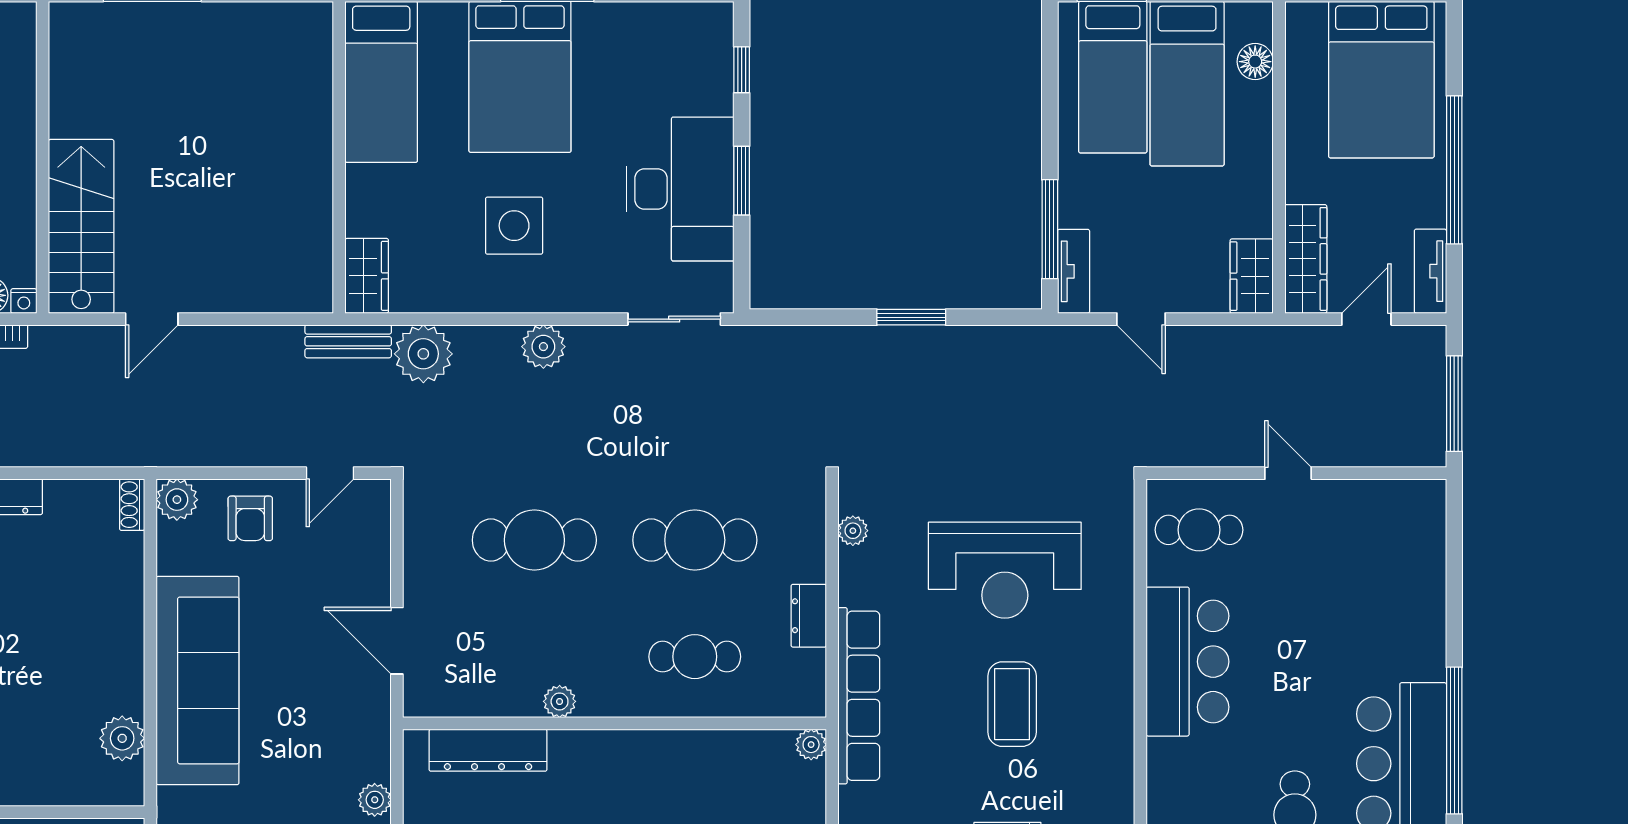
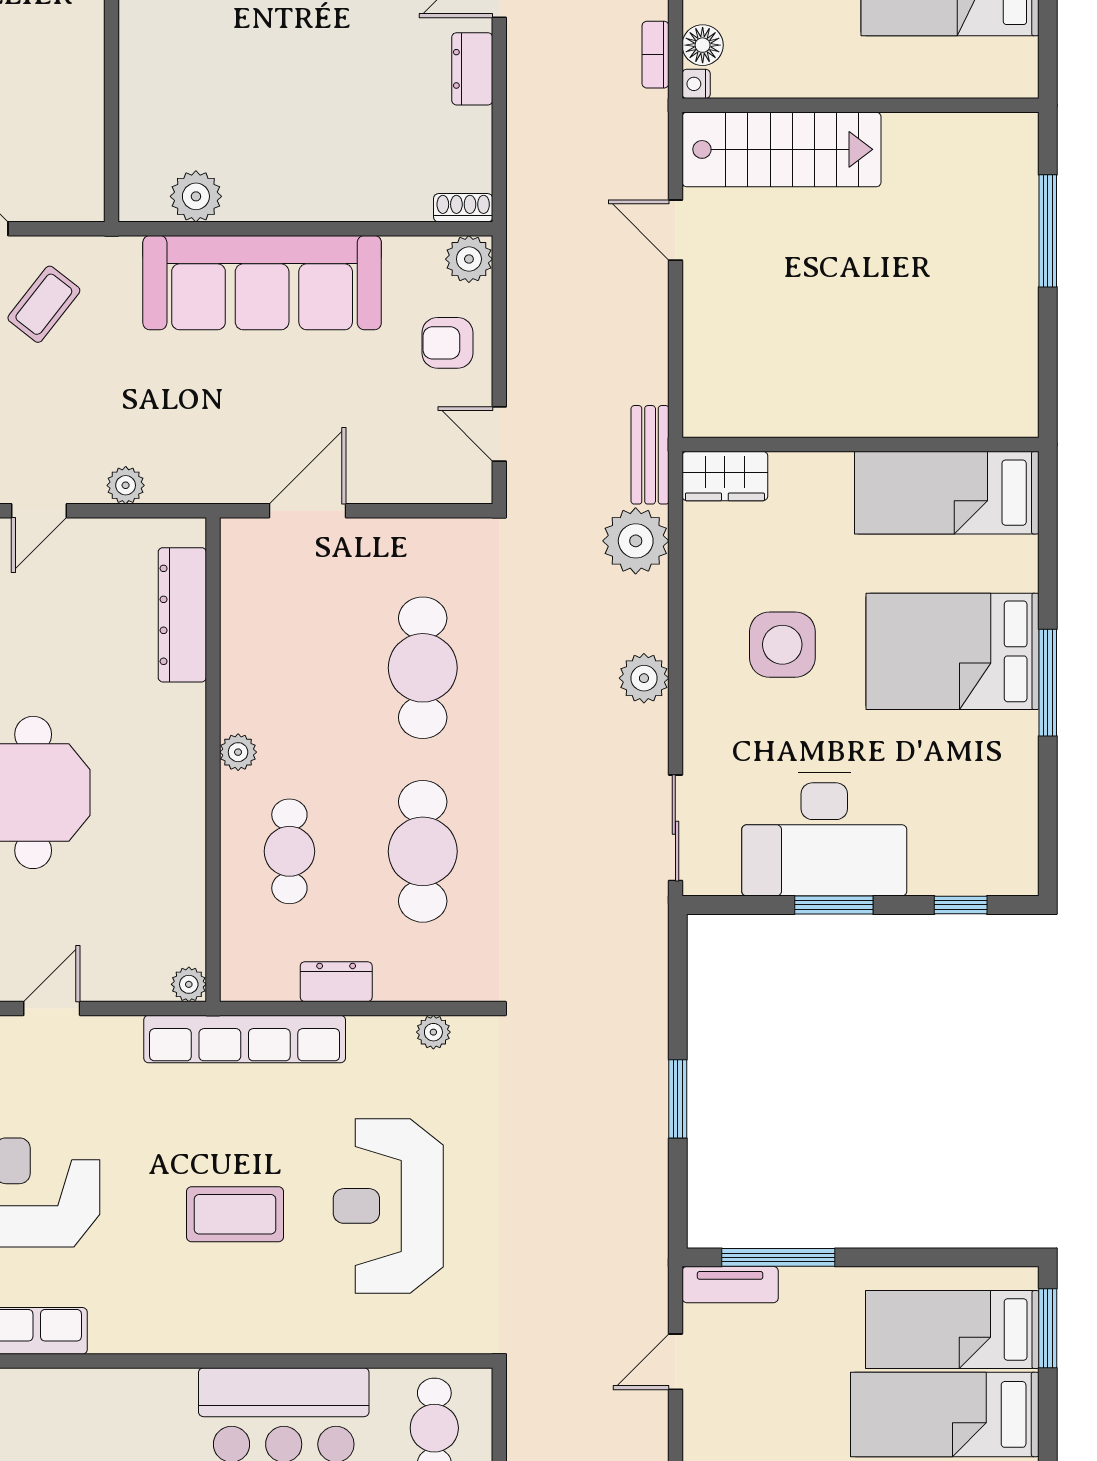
plant: (560, 701) -> (238, 752), moved

